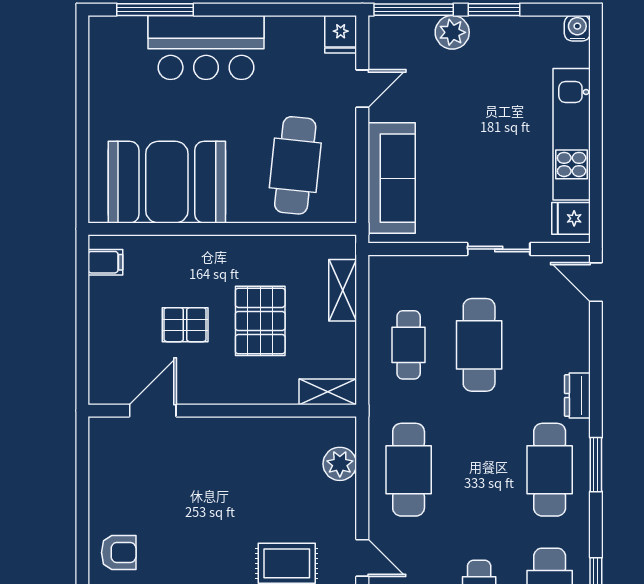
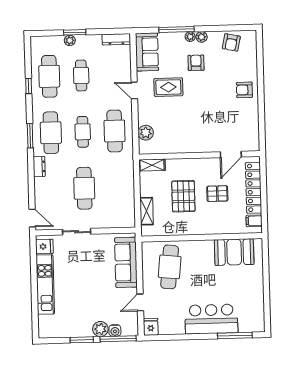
water cooler: (577, 28) -> (115, 330), moved
booth: (167, 182) -> (234, 252), width x0.73, depth x0.70
locker: (105, 335) -> (254, 188), added
cafe table: (409, 345) -> (83, 132), moved

